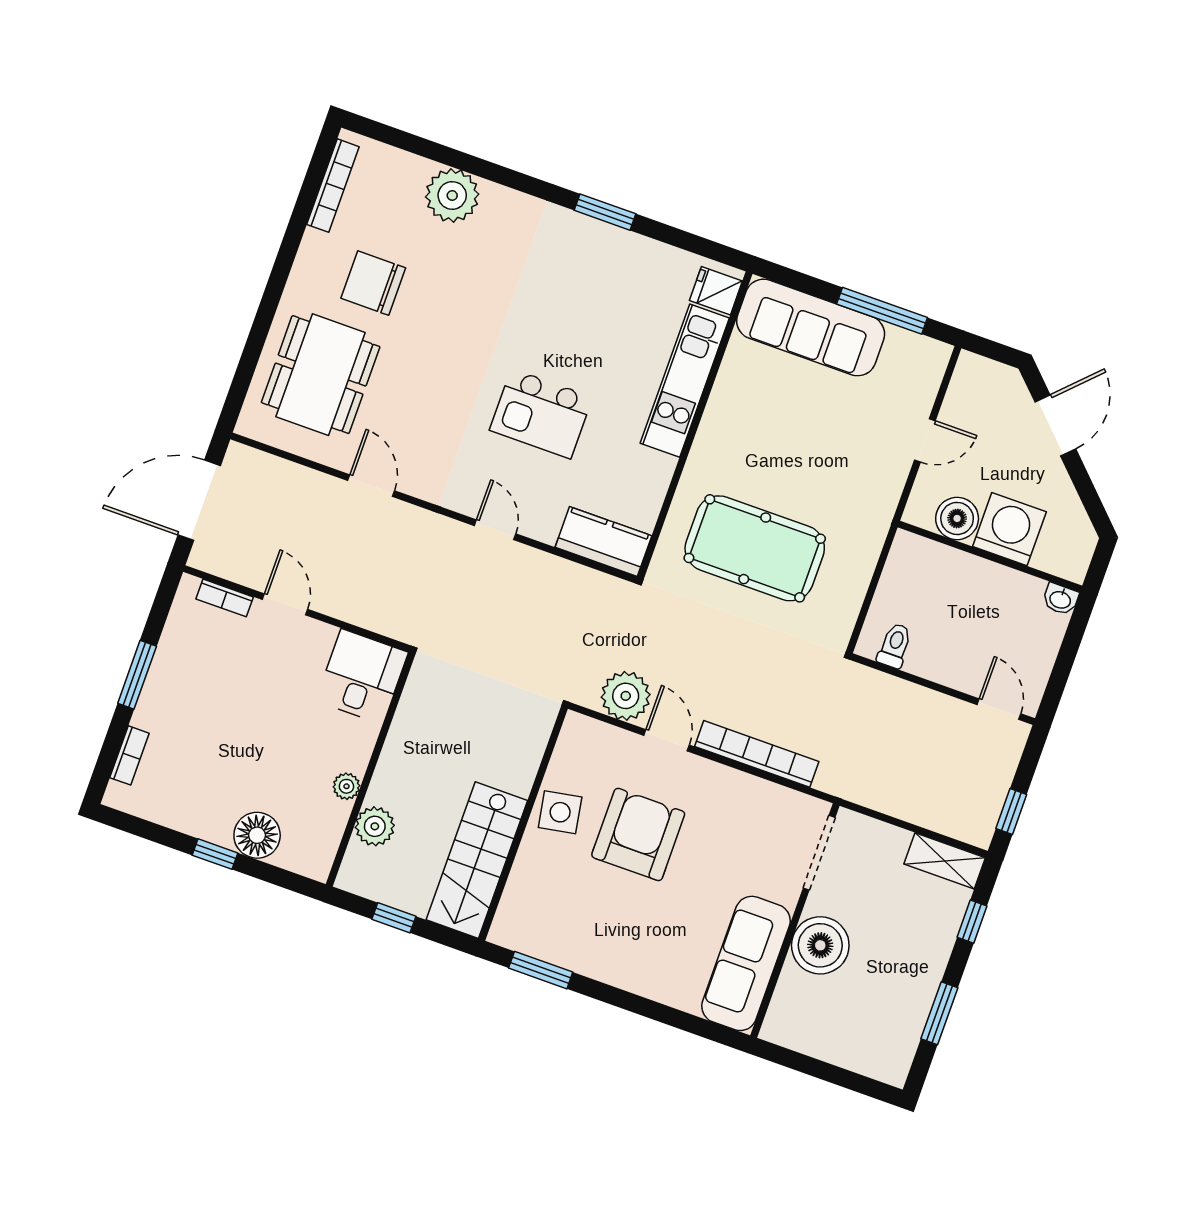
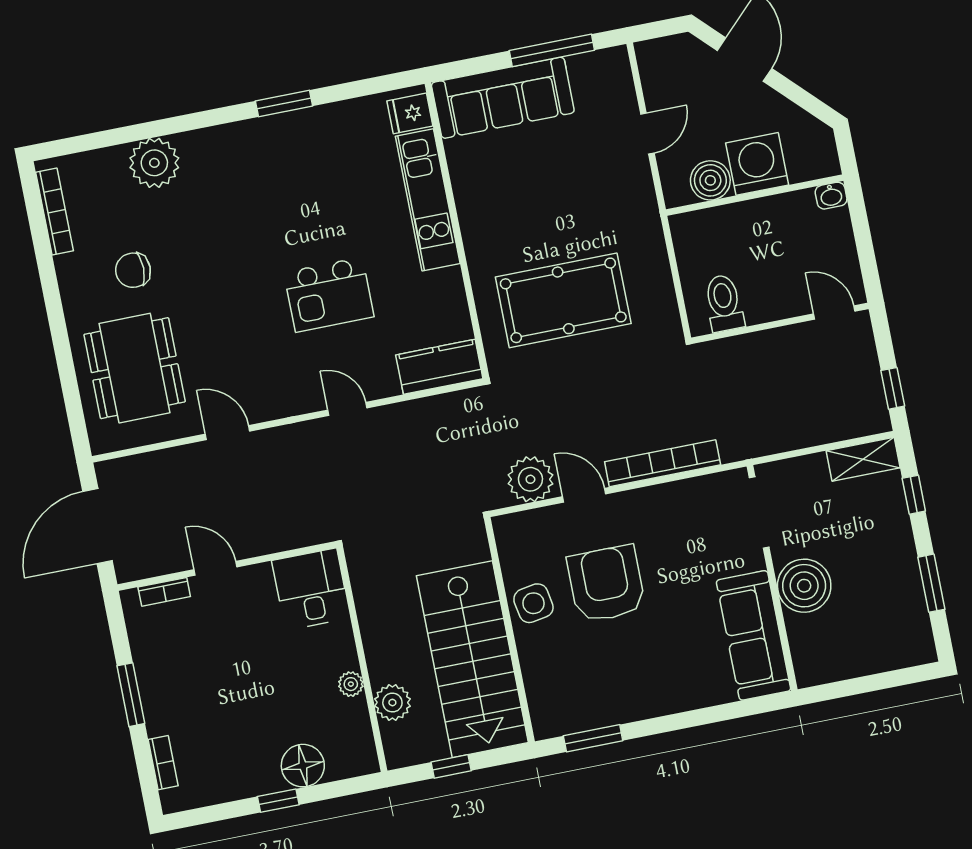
chair: (373, 283) -> (133, 270), width x0.73, depth x0.73
toilet: (895, 646) -> (724, 303), width x1.37, depth x1.39
stairs: (477, 860) -> (472, 659), width x1.36, depth x1.51

